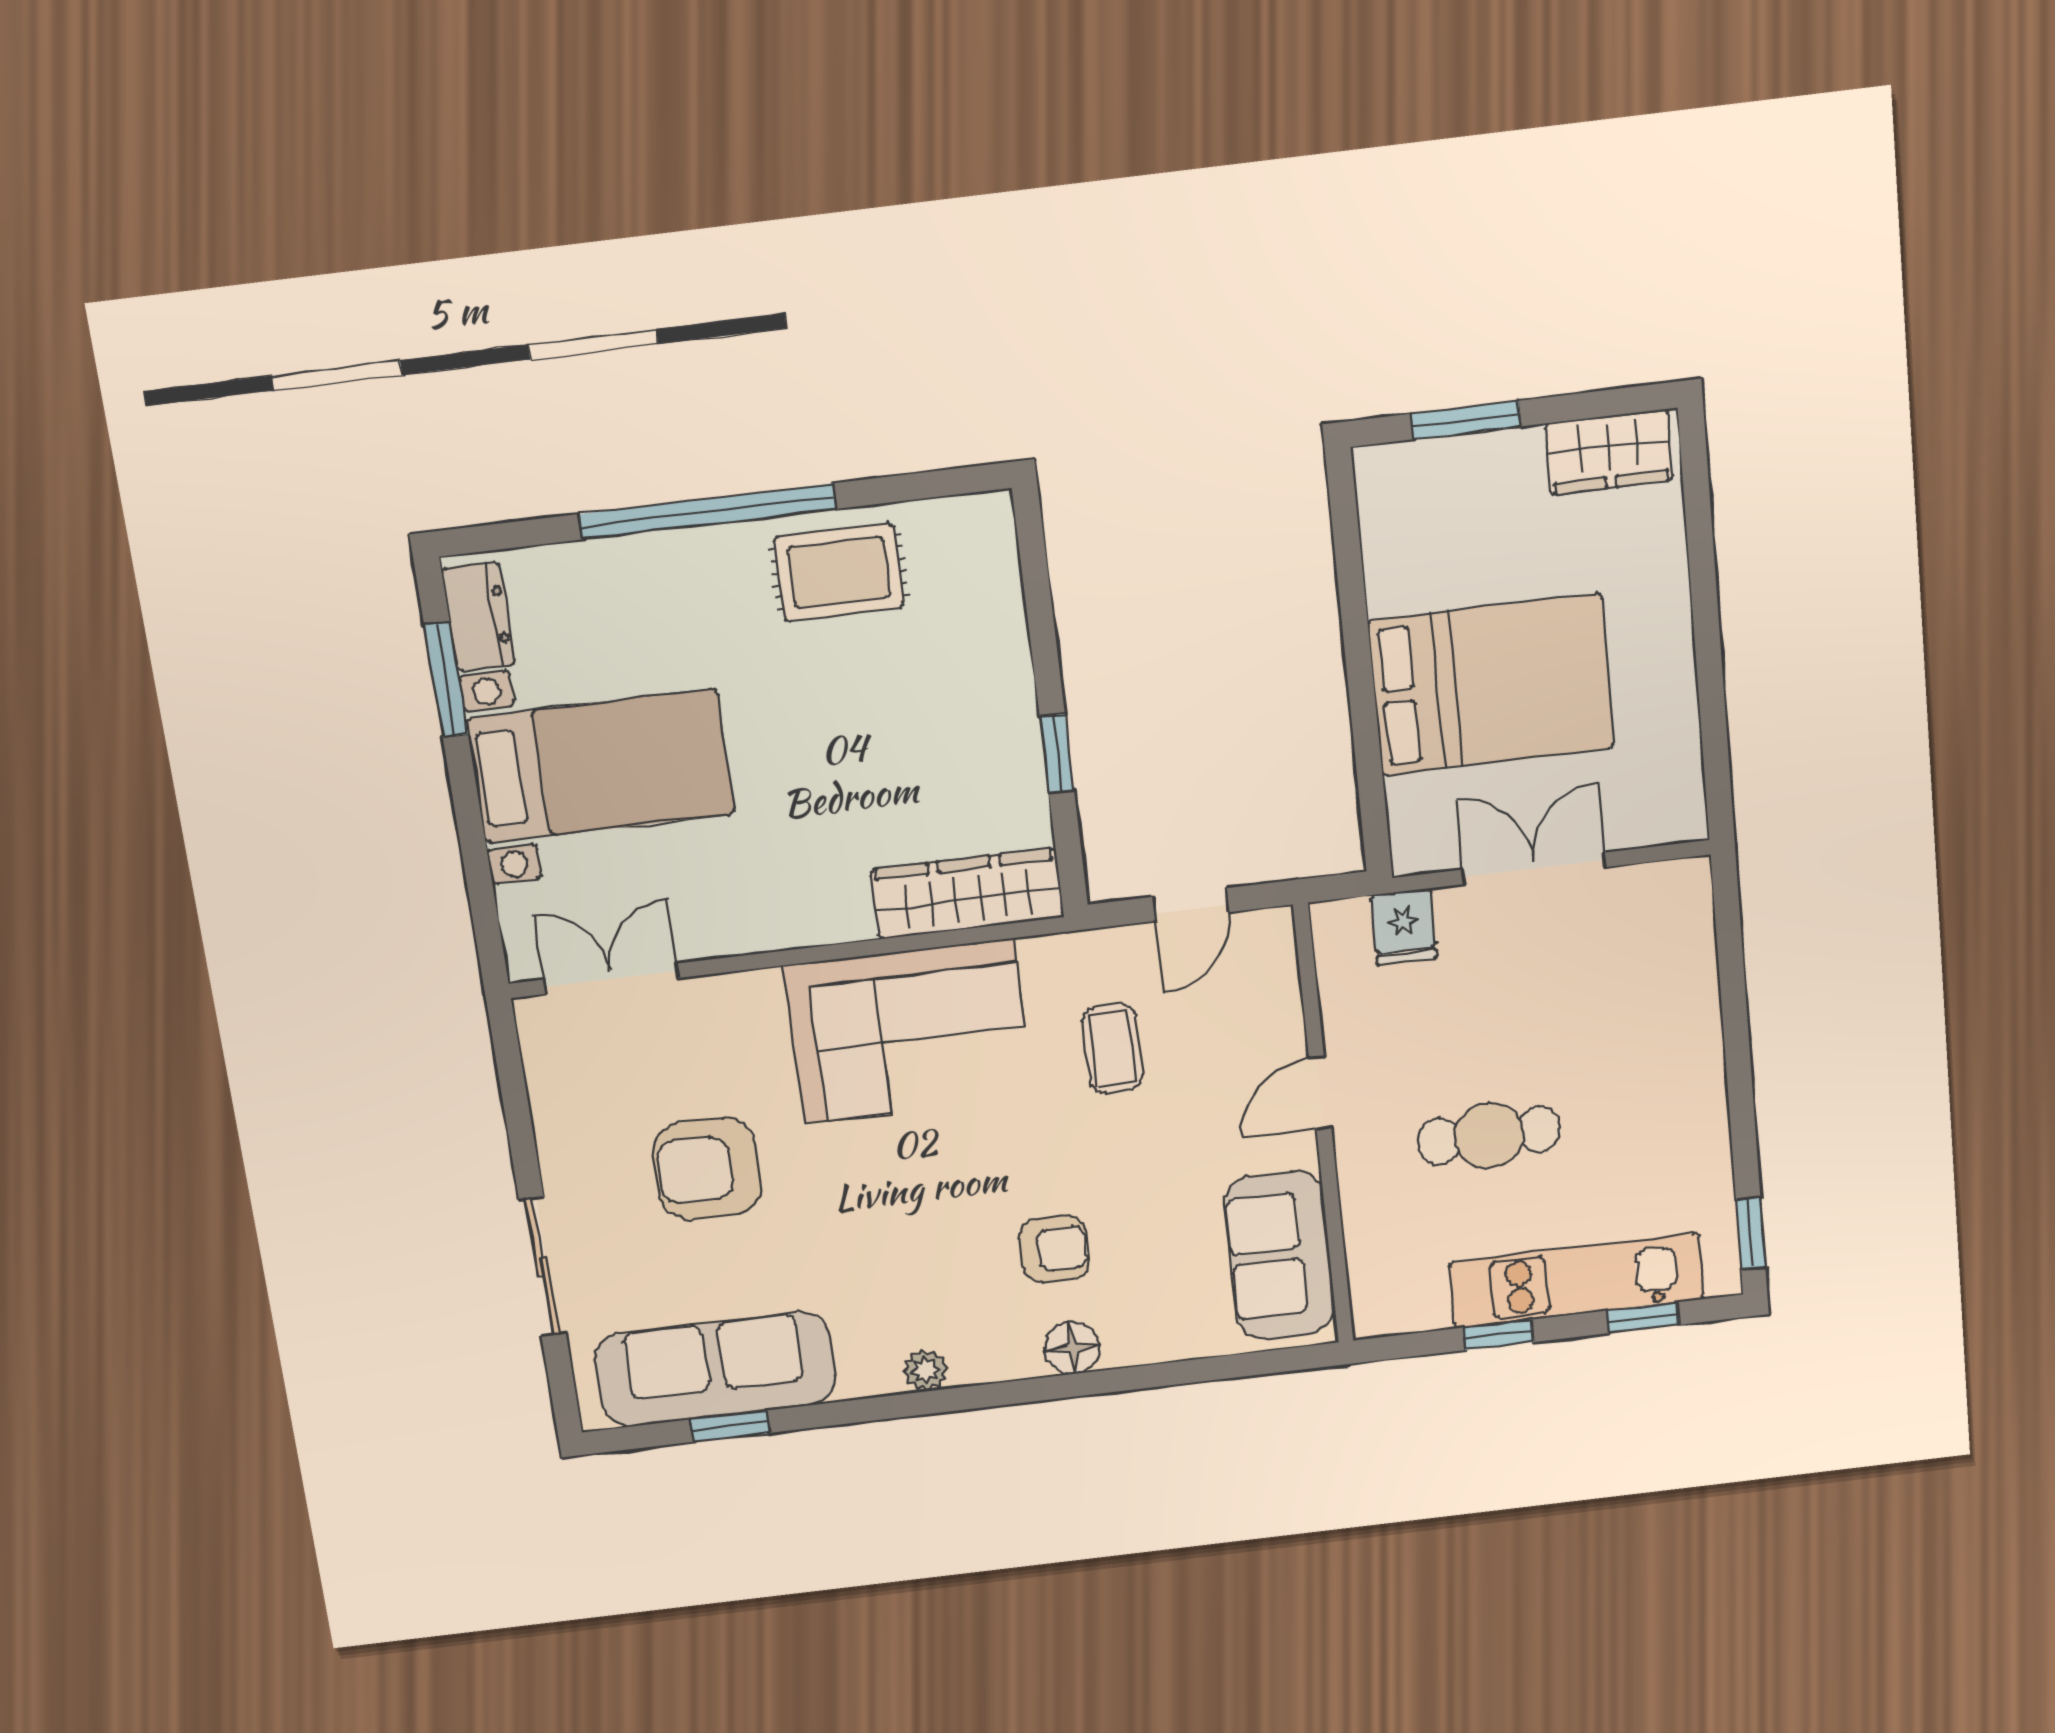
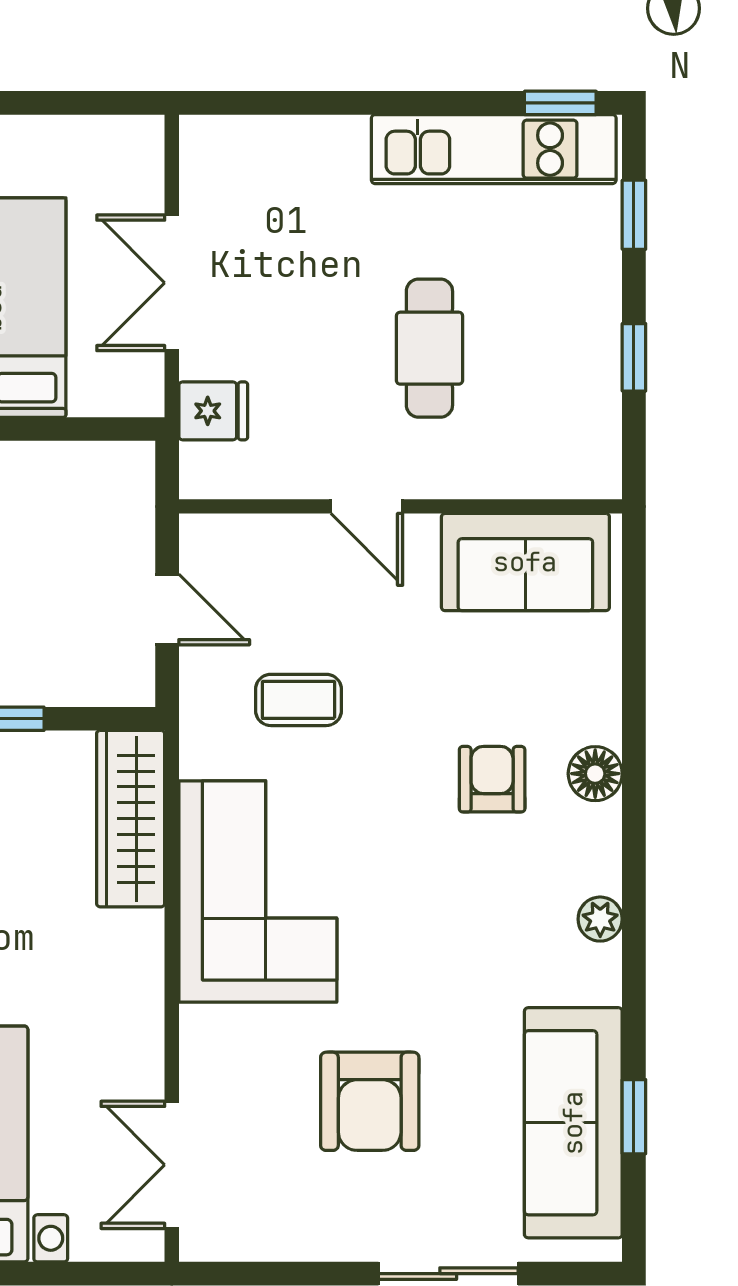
kitchen unit: (1577, 1281) -> (494, 149), moved, turned -90

